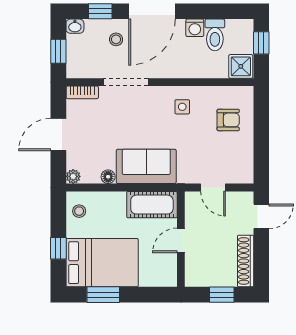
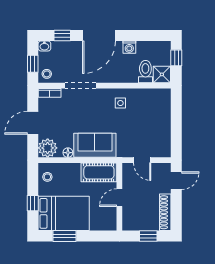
toilet: (215, 35) -> (145, 72), moved, turned 180
stool: (116, 39) -> (47, 74), moved
armchair: (228, 120) -> (153, 112), removed
plant: (73, 176) -> (48, 148), width x1.88, depth x1.88

